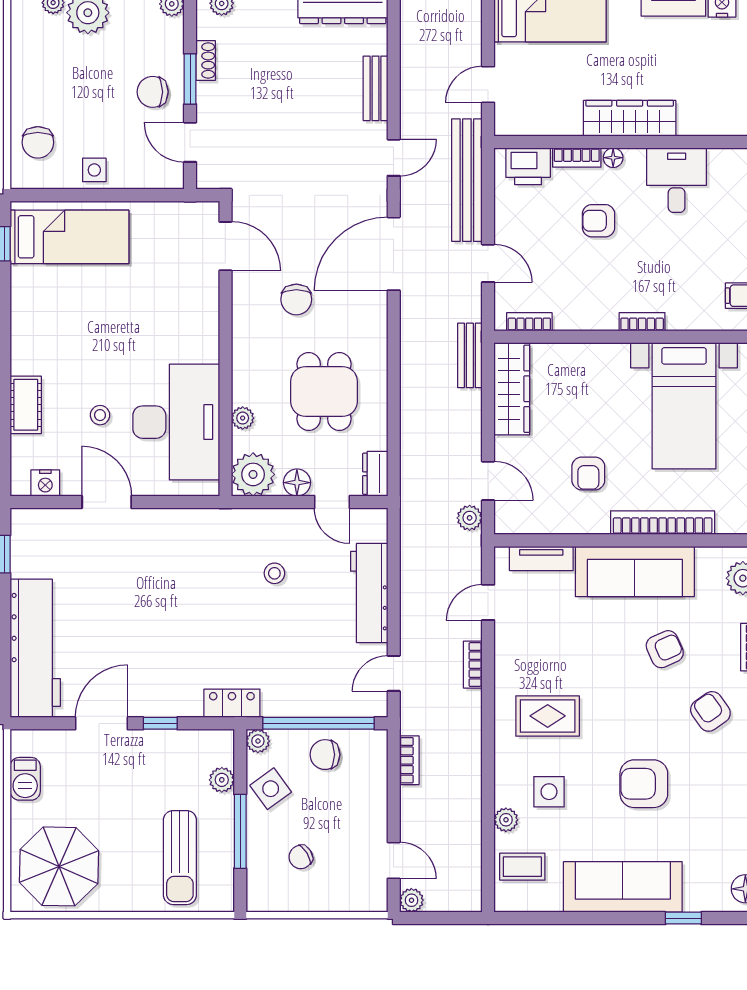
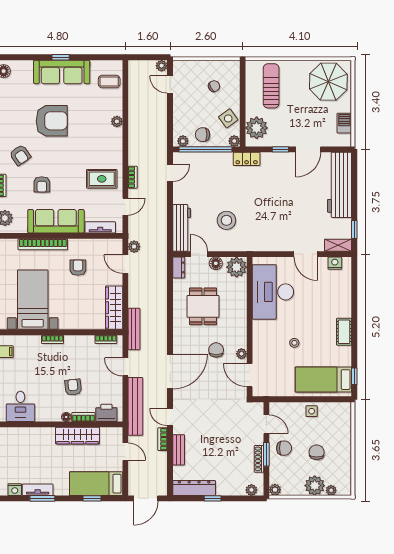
shoe rack: (206, 61) -> (259, 459), width x1.43
door: (488, 85) -> (125, 452), hinge flipped
wardrobe: (630, 118) -> (77, 436), moved
chair: (38, 142) -> (317, 452), moved
door: (394, 158) -> (170, 417), hinge flipped
desk: (677, 180) -> (20, 406), moved
armchair: (599, 221) -> (73, 387), turned -96
bench: (470, 355) -> (134, 329), width x1.36
cot: (26, 405) -> (344, 332), moved
stool: (100, 415) -> (294, 343), moved
plant: (243, 418) -> (241, 354), moved
shelving: (39, 521) -> (338, 245), added
stool: (274, 573) -> (226, 220), width x1.89, depth x1.89
workbench: (369, 593) -> (182, 228), moved
armchair: (665, 649) -> (42, 184), turned -66
rug: (548, 716) -> (102, 179), moved
plant: (366, 741) -> (183, 141), added
chair: (325, 755) -> (203, 135), turned 180
bookcase: (409, 760) -> (163, 439), moved
plant: (222, 780) -> (257, 128), width x1.88, depth x1.88
armchair: (644, 784) -> (52, 121), width x1.36, depth x1.36
side table: (549, 792) -> (97, 117), removed
plant: (506, 820) -> (117, 121), moved
window: (240, 831) -> (243, 98), removed
window: (683, 918) -> (61, 57), moved

